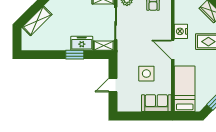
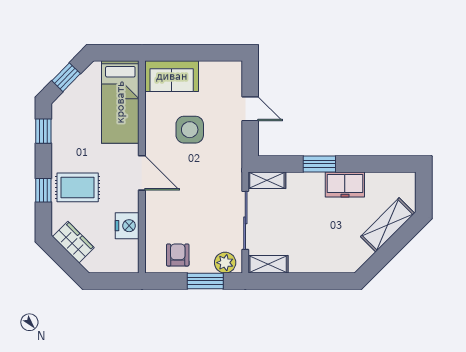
nightstand: (181, 31) -> (127, 226), moved
freezer: (82, 43) -> (345, 184), moved
door: (113, 85) -> (250, 109), hinge flipped

